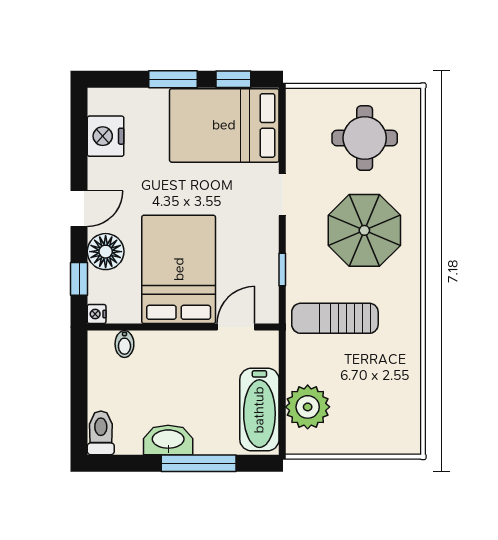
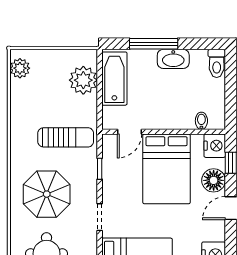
nightstand: (97, 314) -> (215, 146), width x1.89, depth x1.79
plant: (406, 426) -> (20, 68), added

